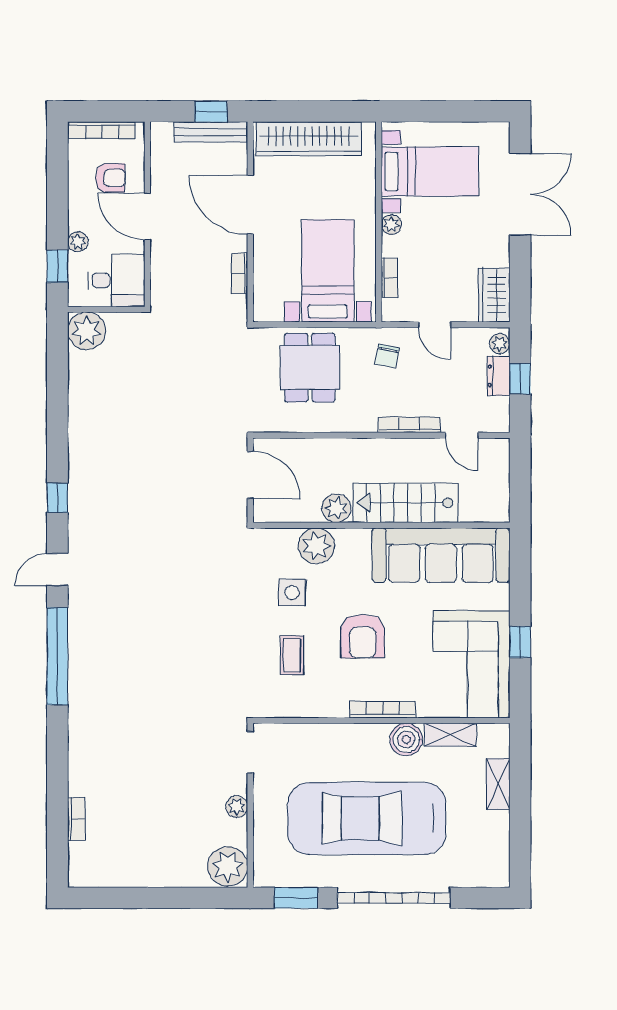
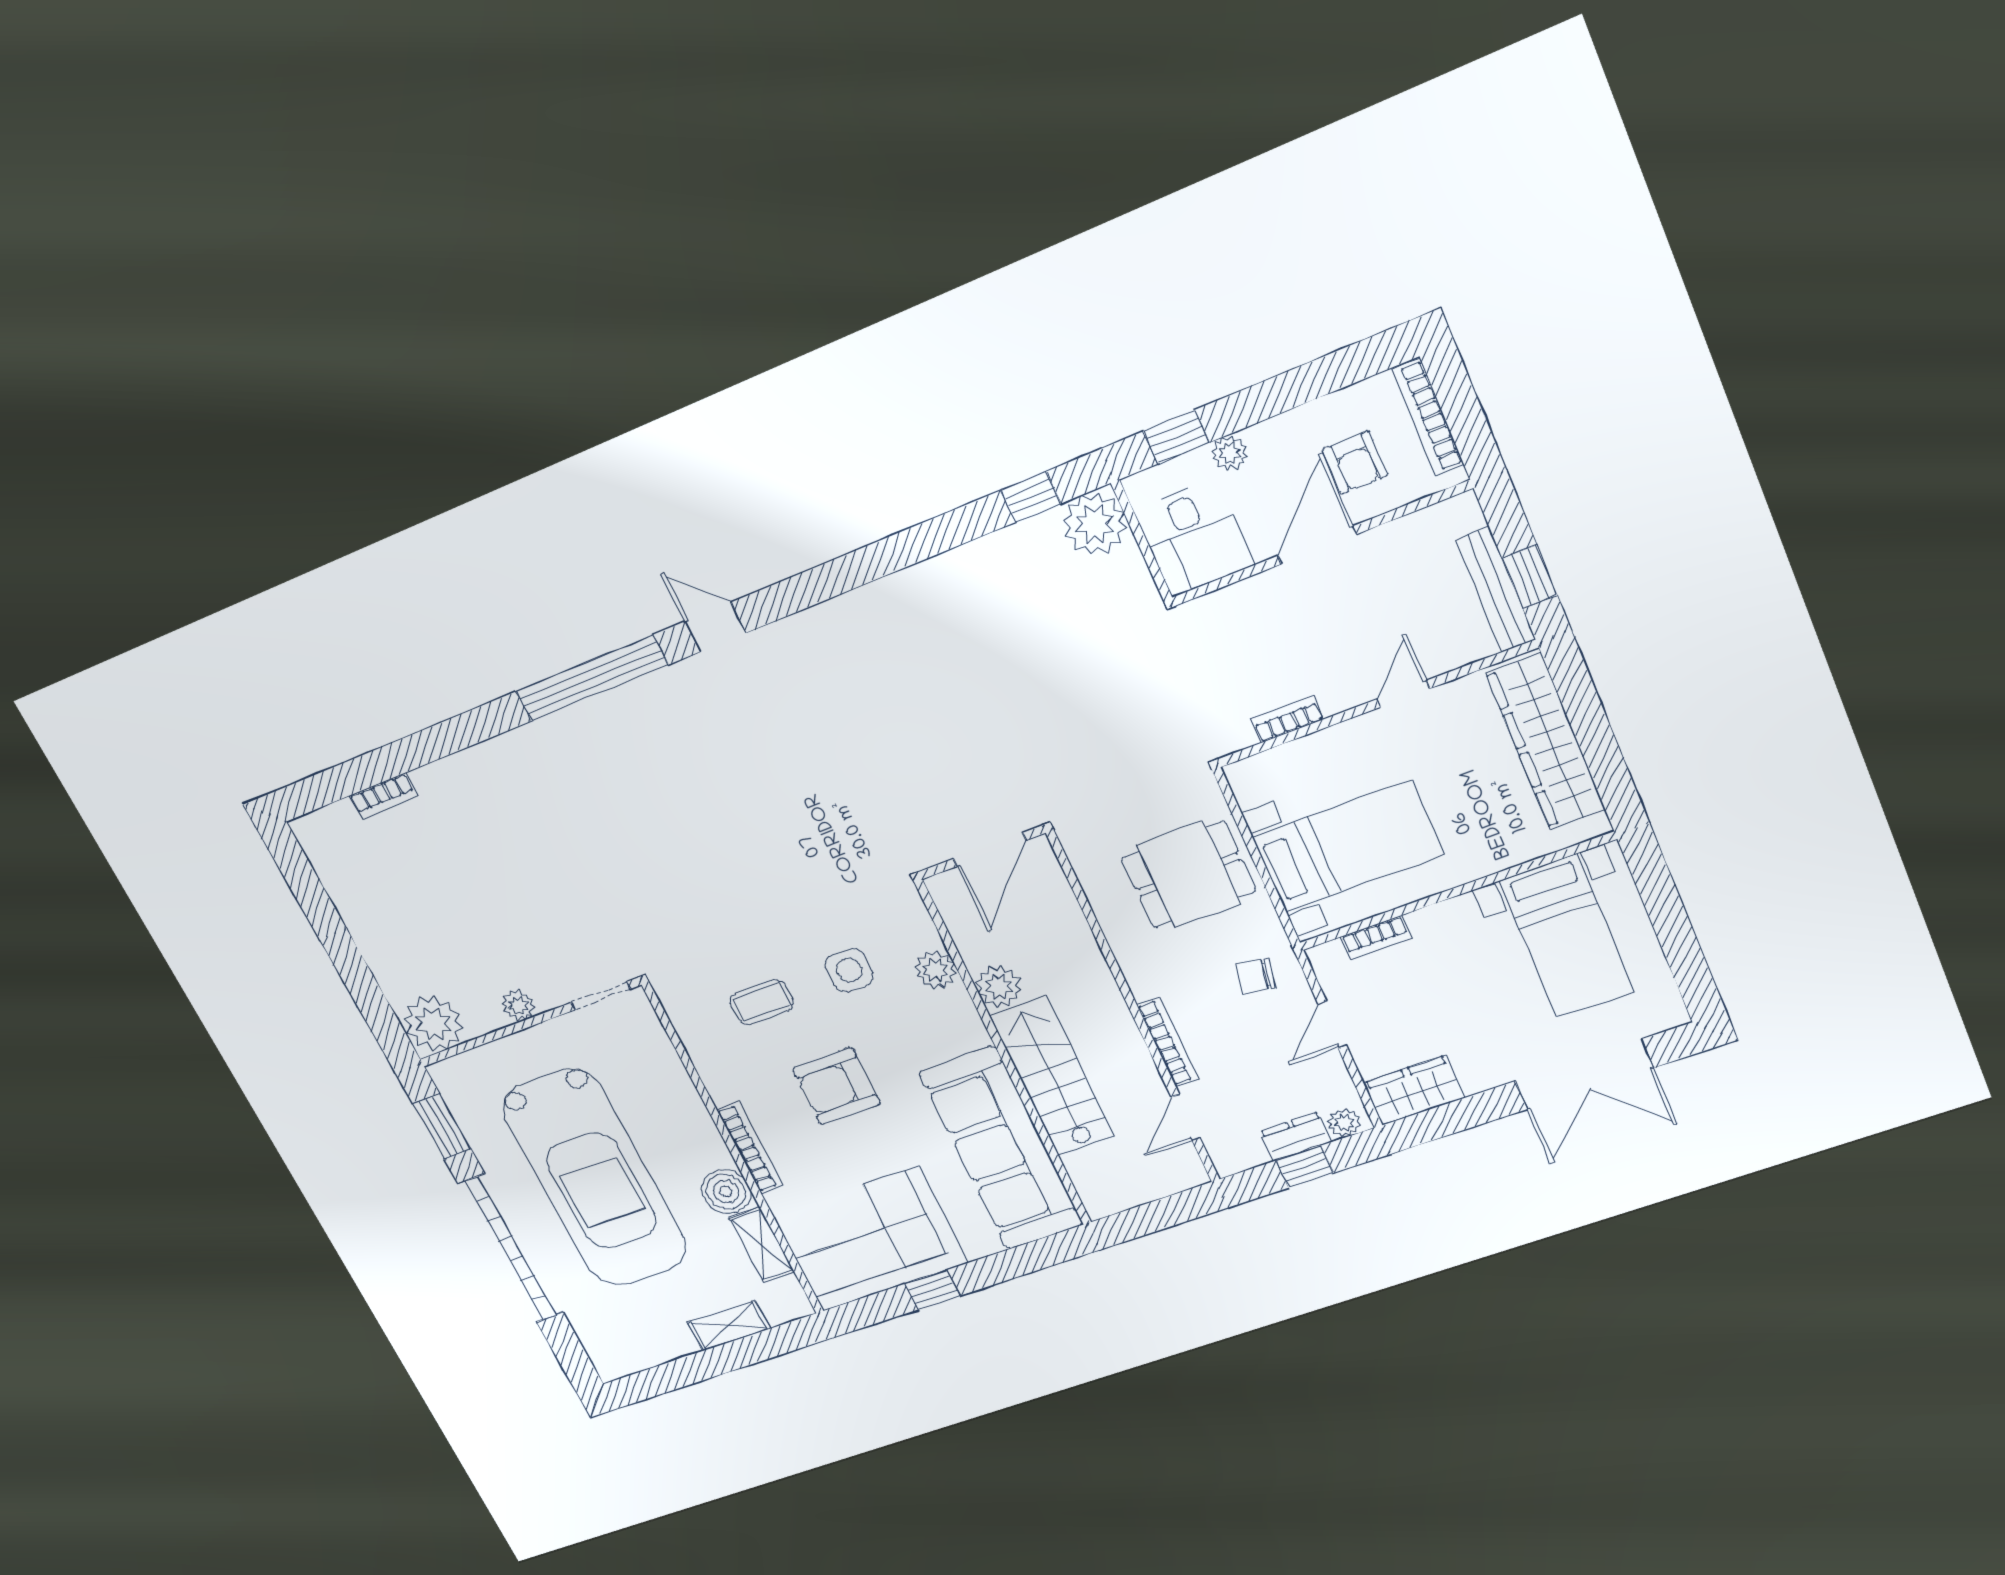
door: (250, 205) -> (1403, 694), width x0.53
plant: (391, 225) -> (1460, 911), removed
window: (57, 498) -> (1031, 497), moved
plant: (316, 546) -> (935, 970), width x0.73, depth x0.73
car: (367, 818) -> (595, 1179), turned 180

